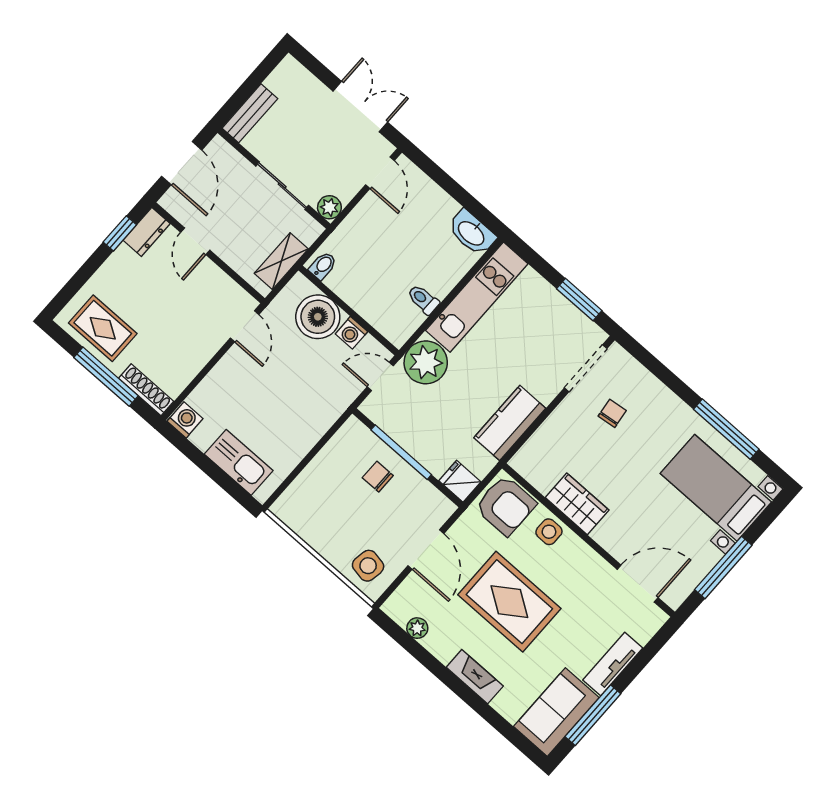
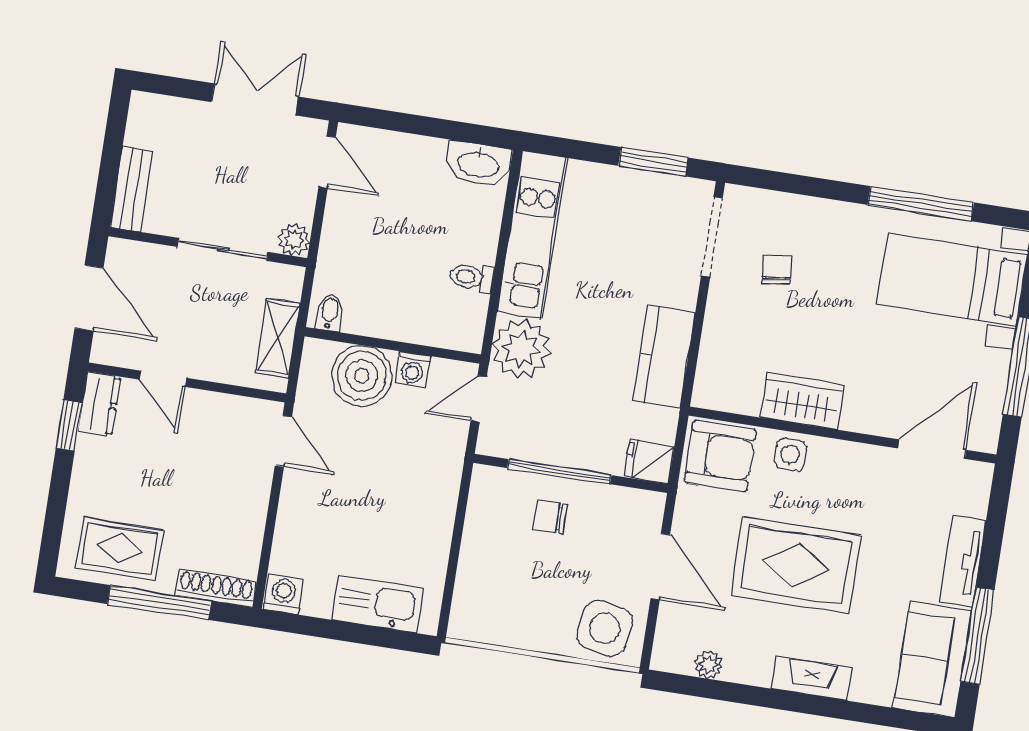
side table: (368, 566) -> (605, 628), width x1.37, depth x1.37

